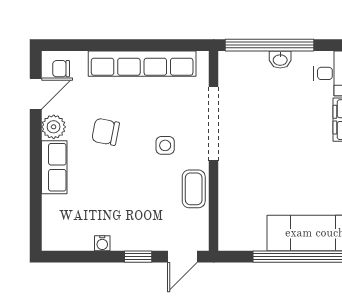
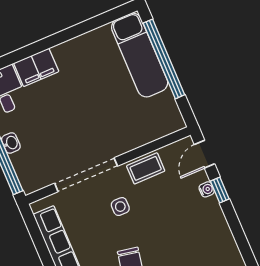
water cooler: (102, 243) -> (207, 189), moved
door: (182, 257) -> (205, 154), swing flipped

